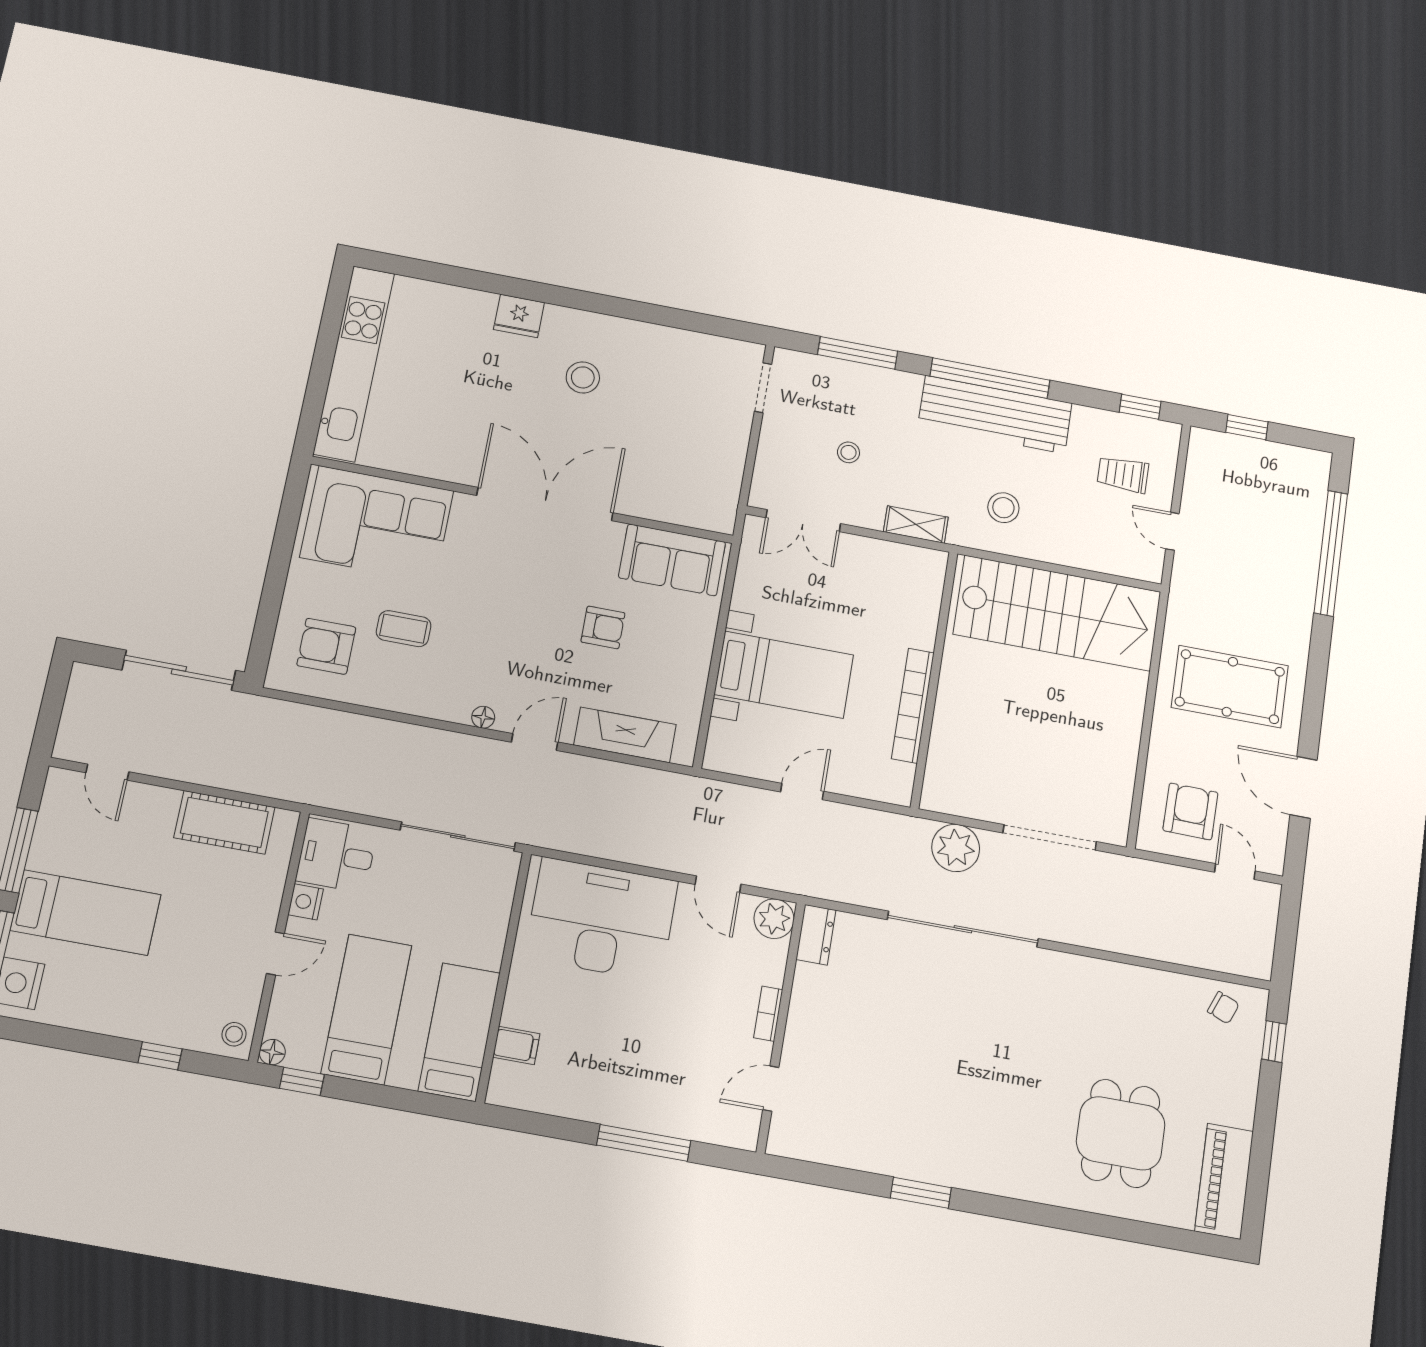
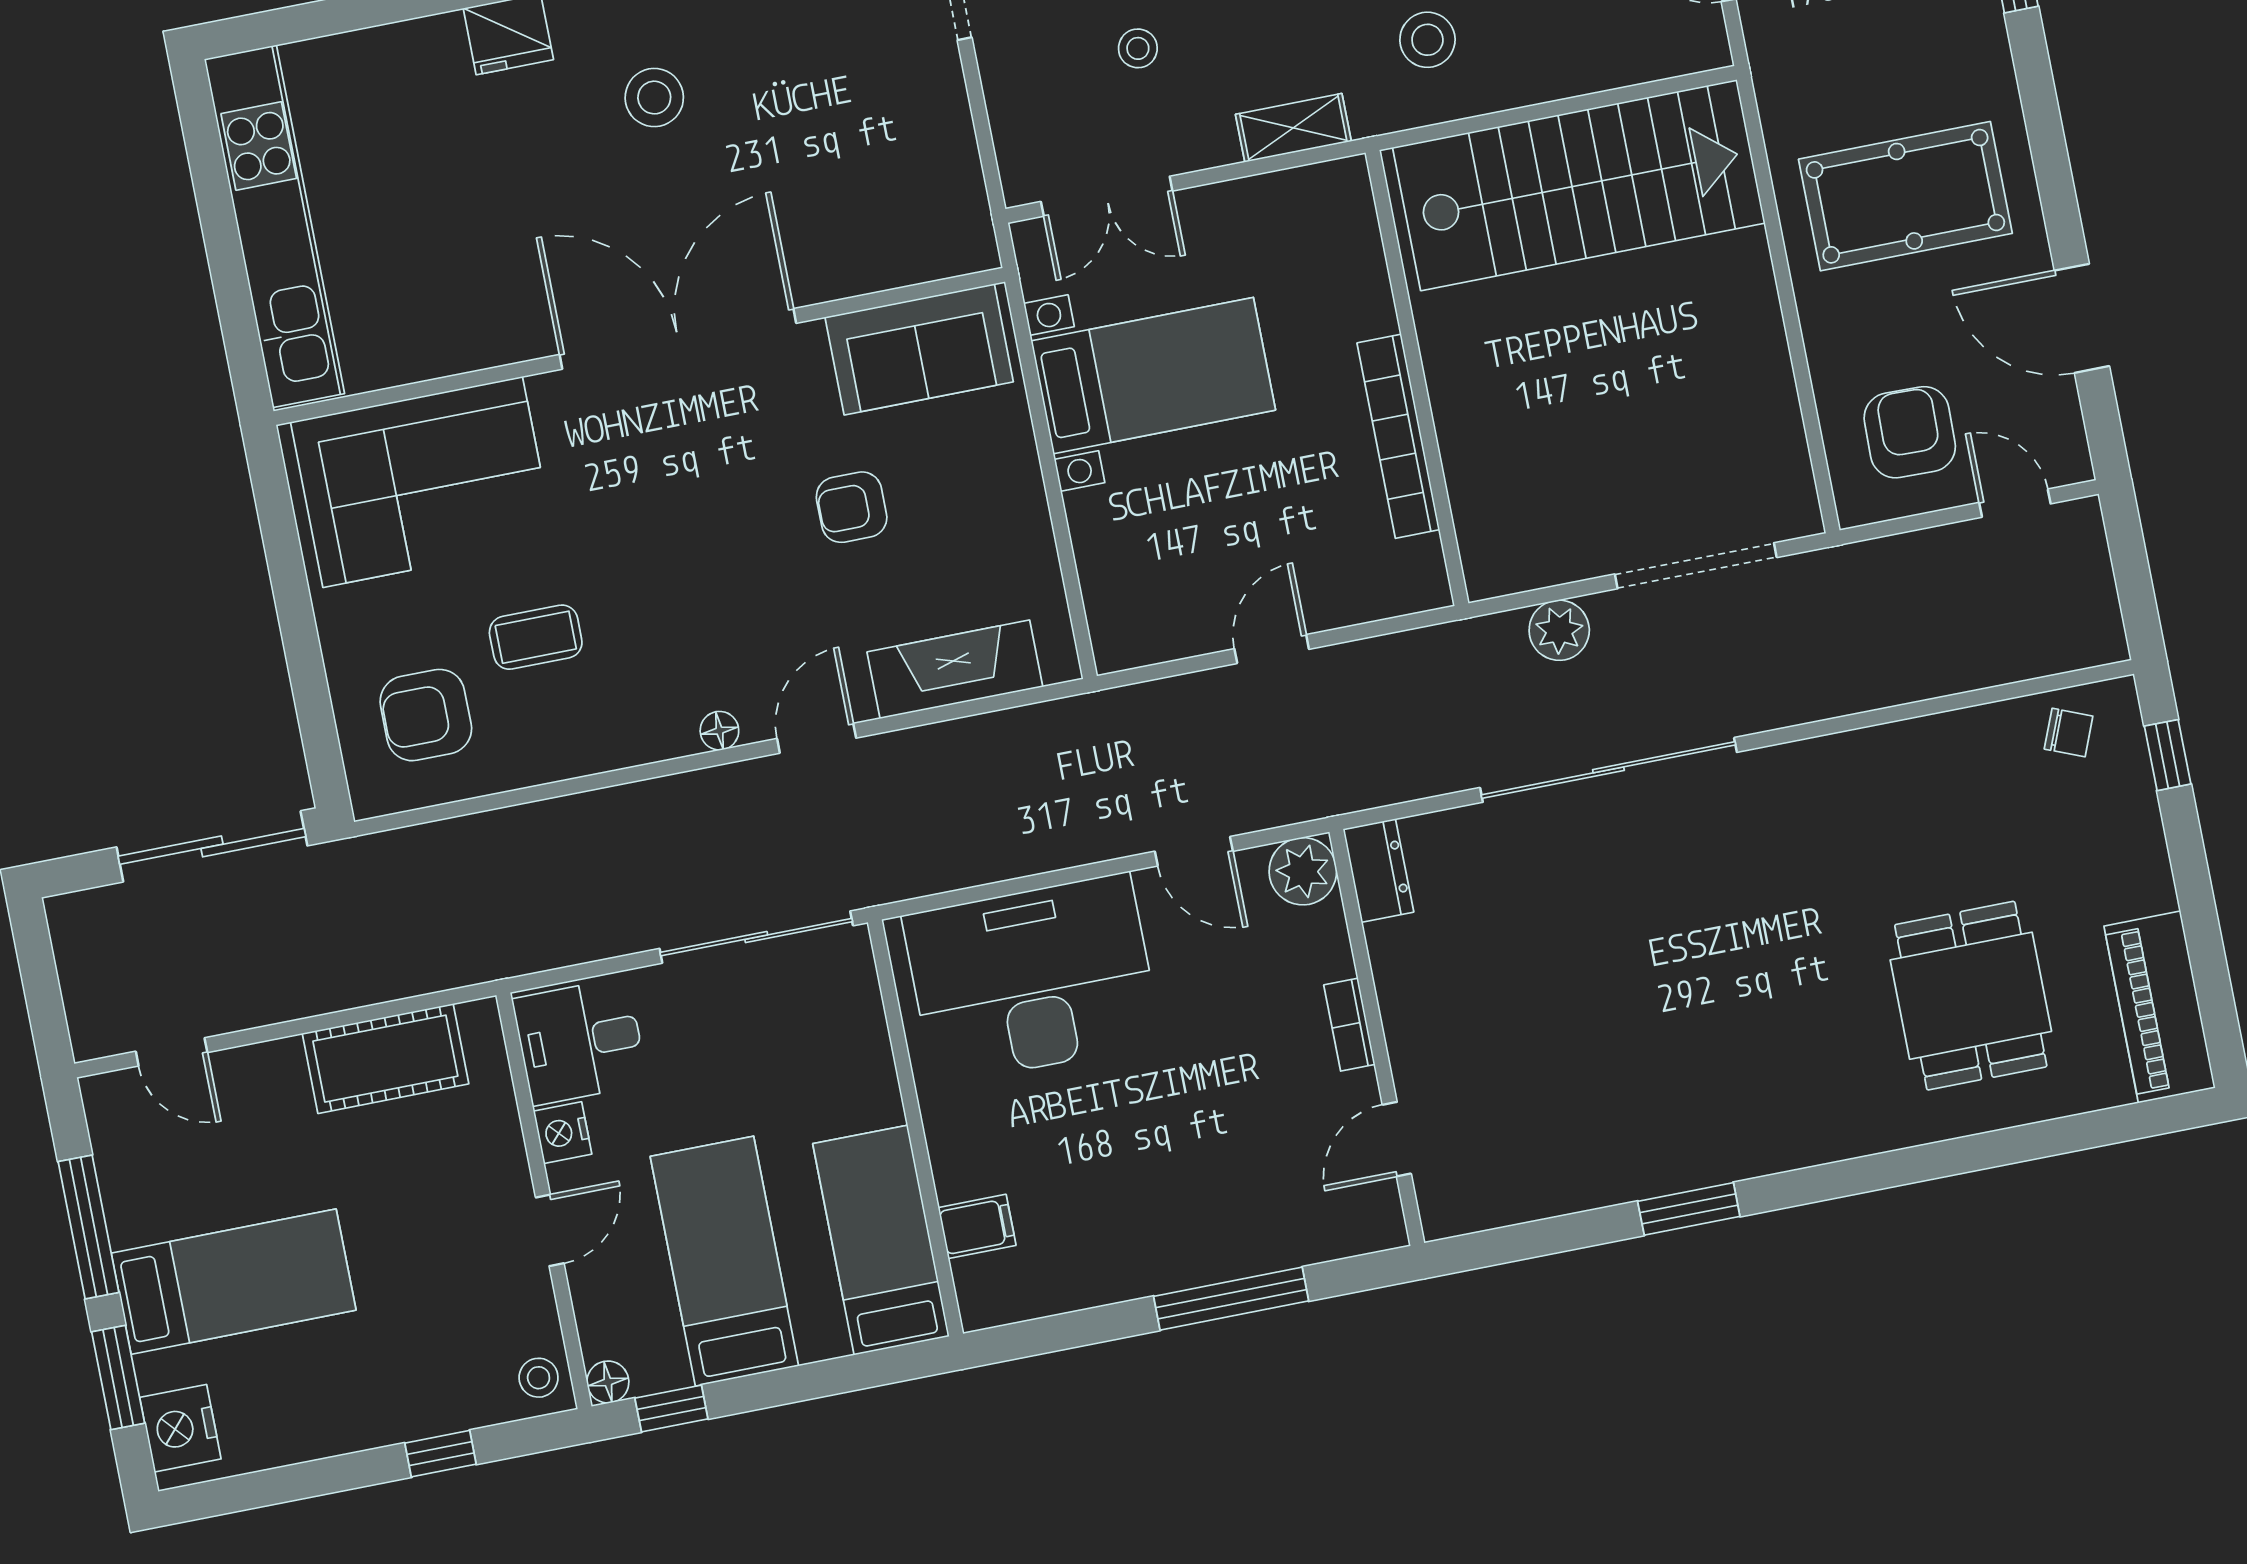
armchair: (603, 627) -> (852, 507), turned 180
bed with nightstands: (784, 675) -> (1153, 376), moved
plant: (956, 848) -> (1559, 630), width x0.73, depth x0.73

